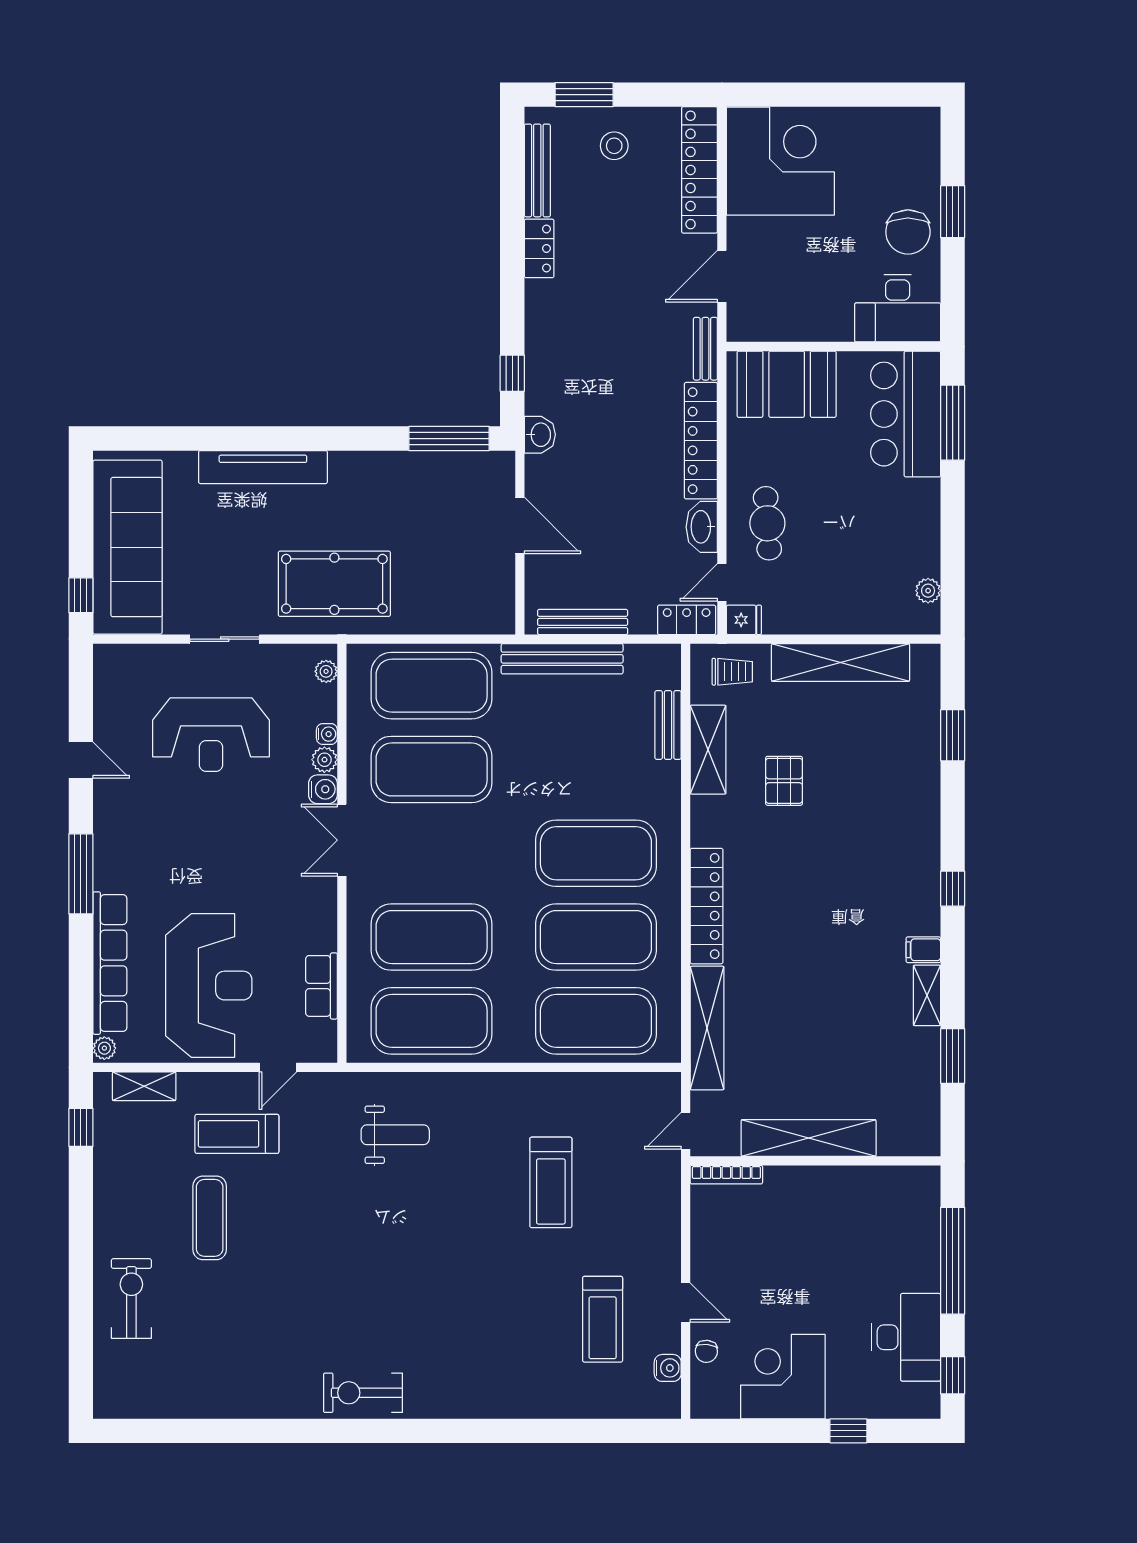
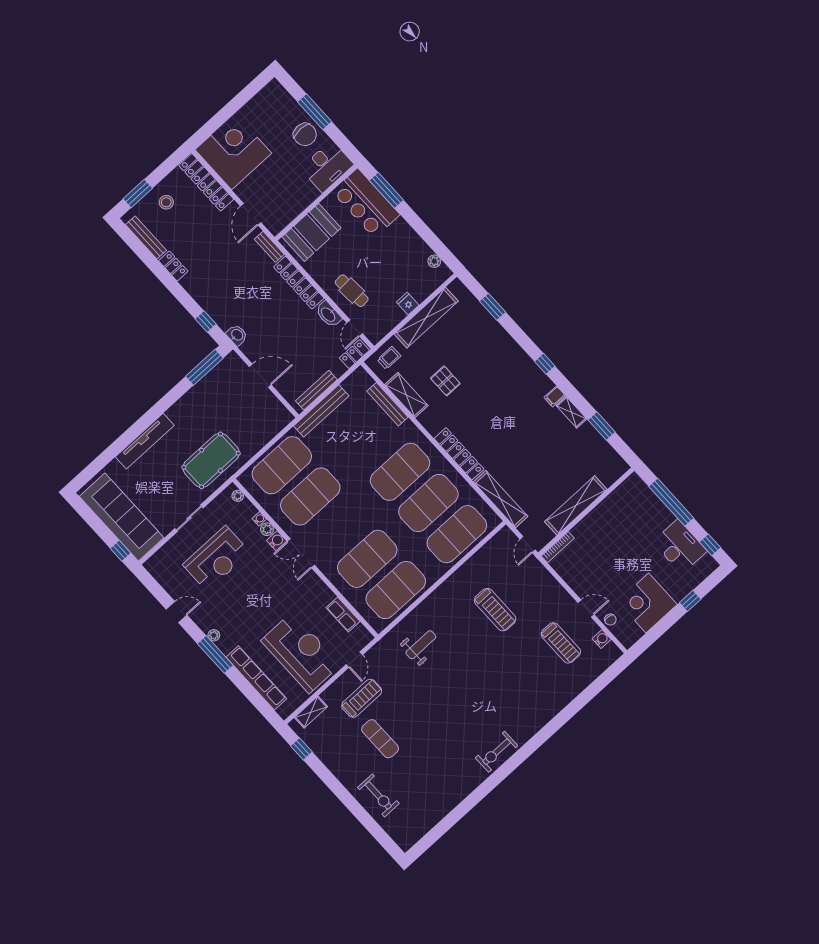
window: (953, 212) -> (315, 112), width x1.44
fridge: (744, 620) -> (408, 304), moved, turned -90
bench: (668, 725) -> (387, 404), width x1.36
plant: (104, 1048) -> (214, 635), moved
treadmill: (237, 1134) -> (362, 698), turned 180
exercise bike: (131, 1299) -> (378, 795), turned 180

